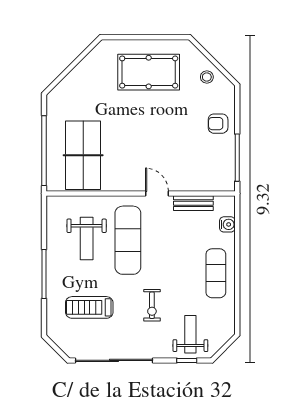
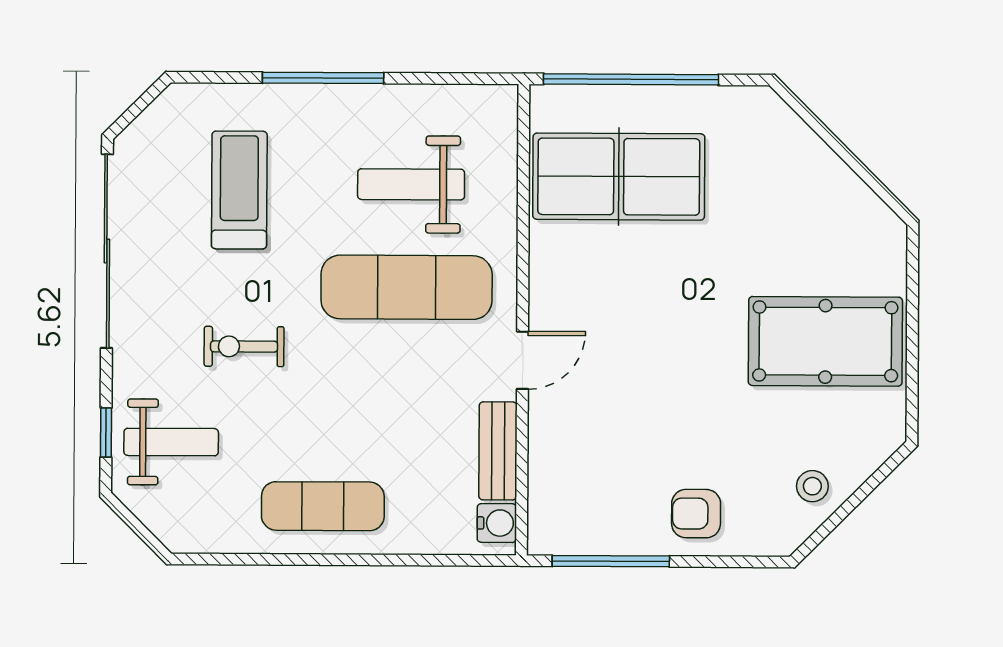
pool table: (149, 72) -> (825, 341), turned 90
armchair: (218, 124) -> (696, 514), turned -90
water cooler: (227, 224) -> (497, 523), moved, turned -90

